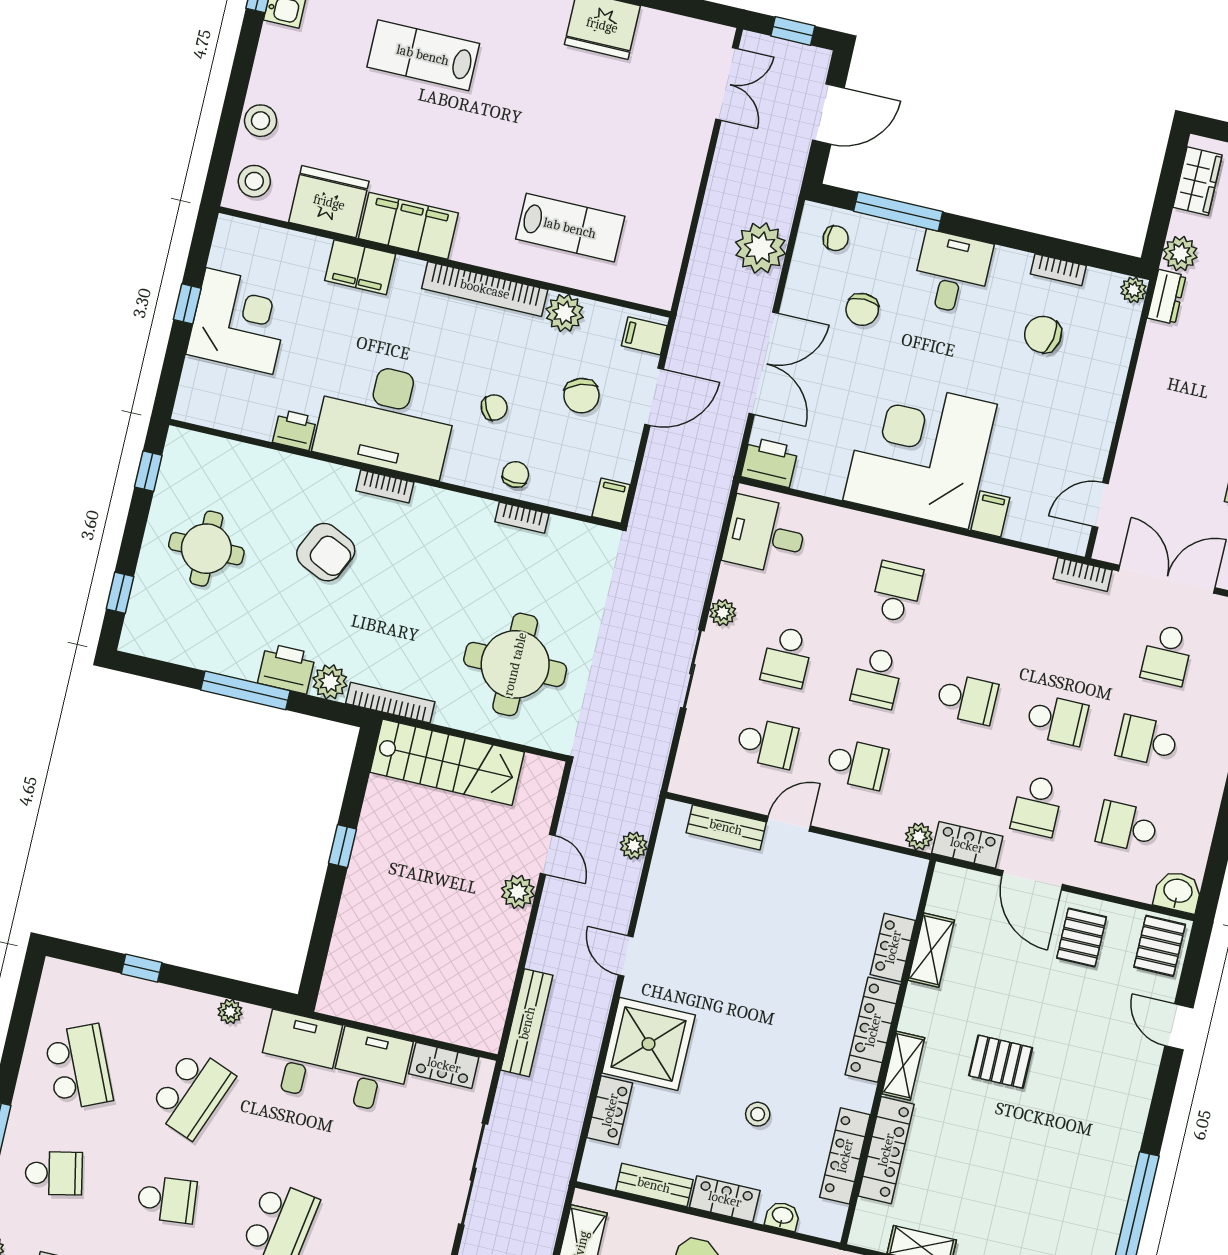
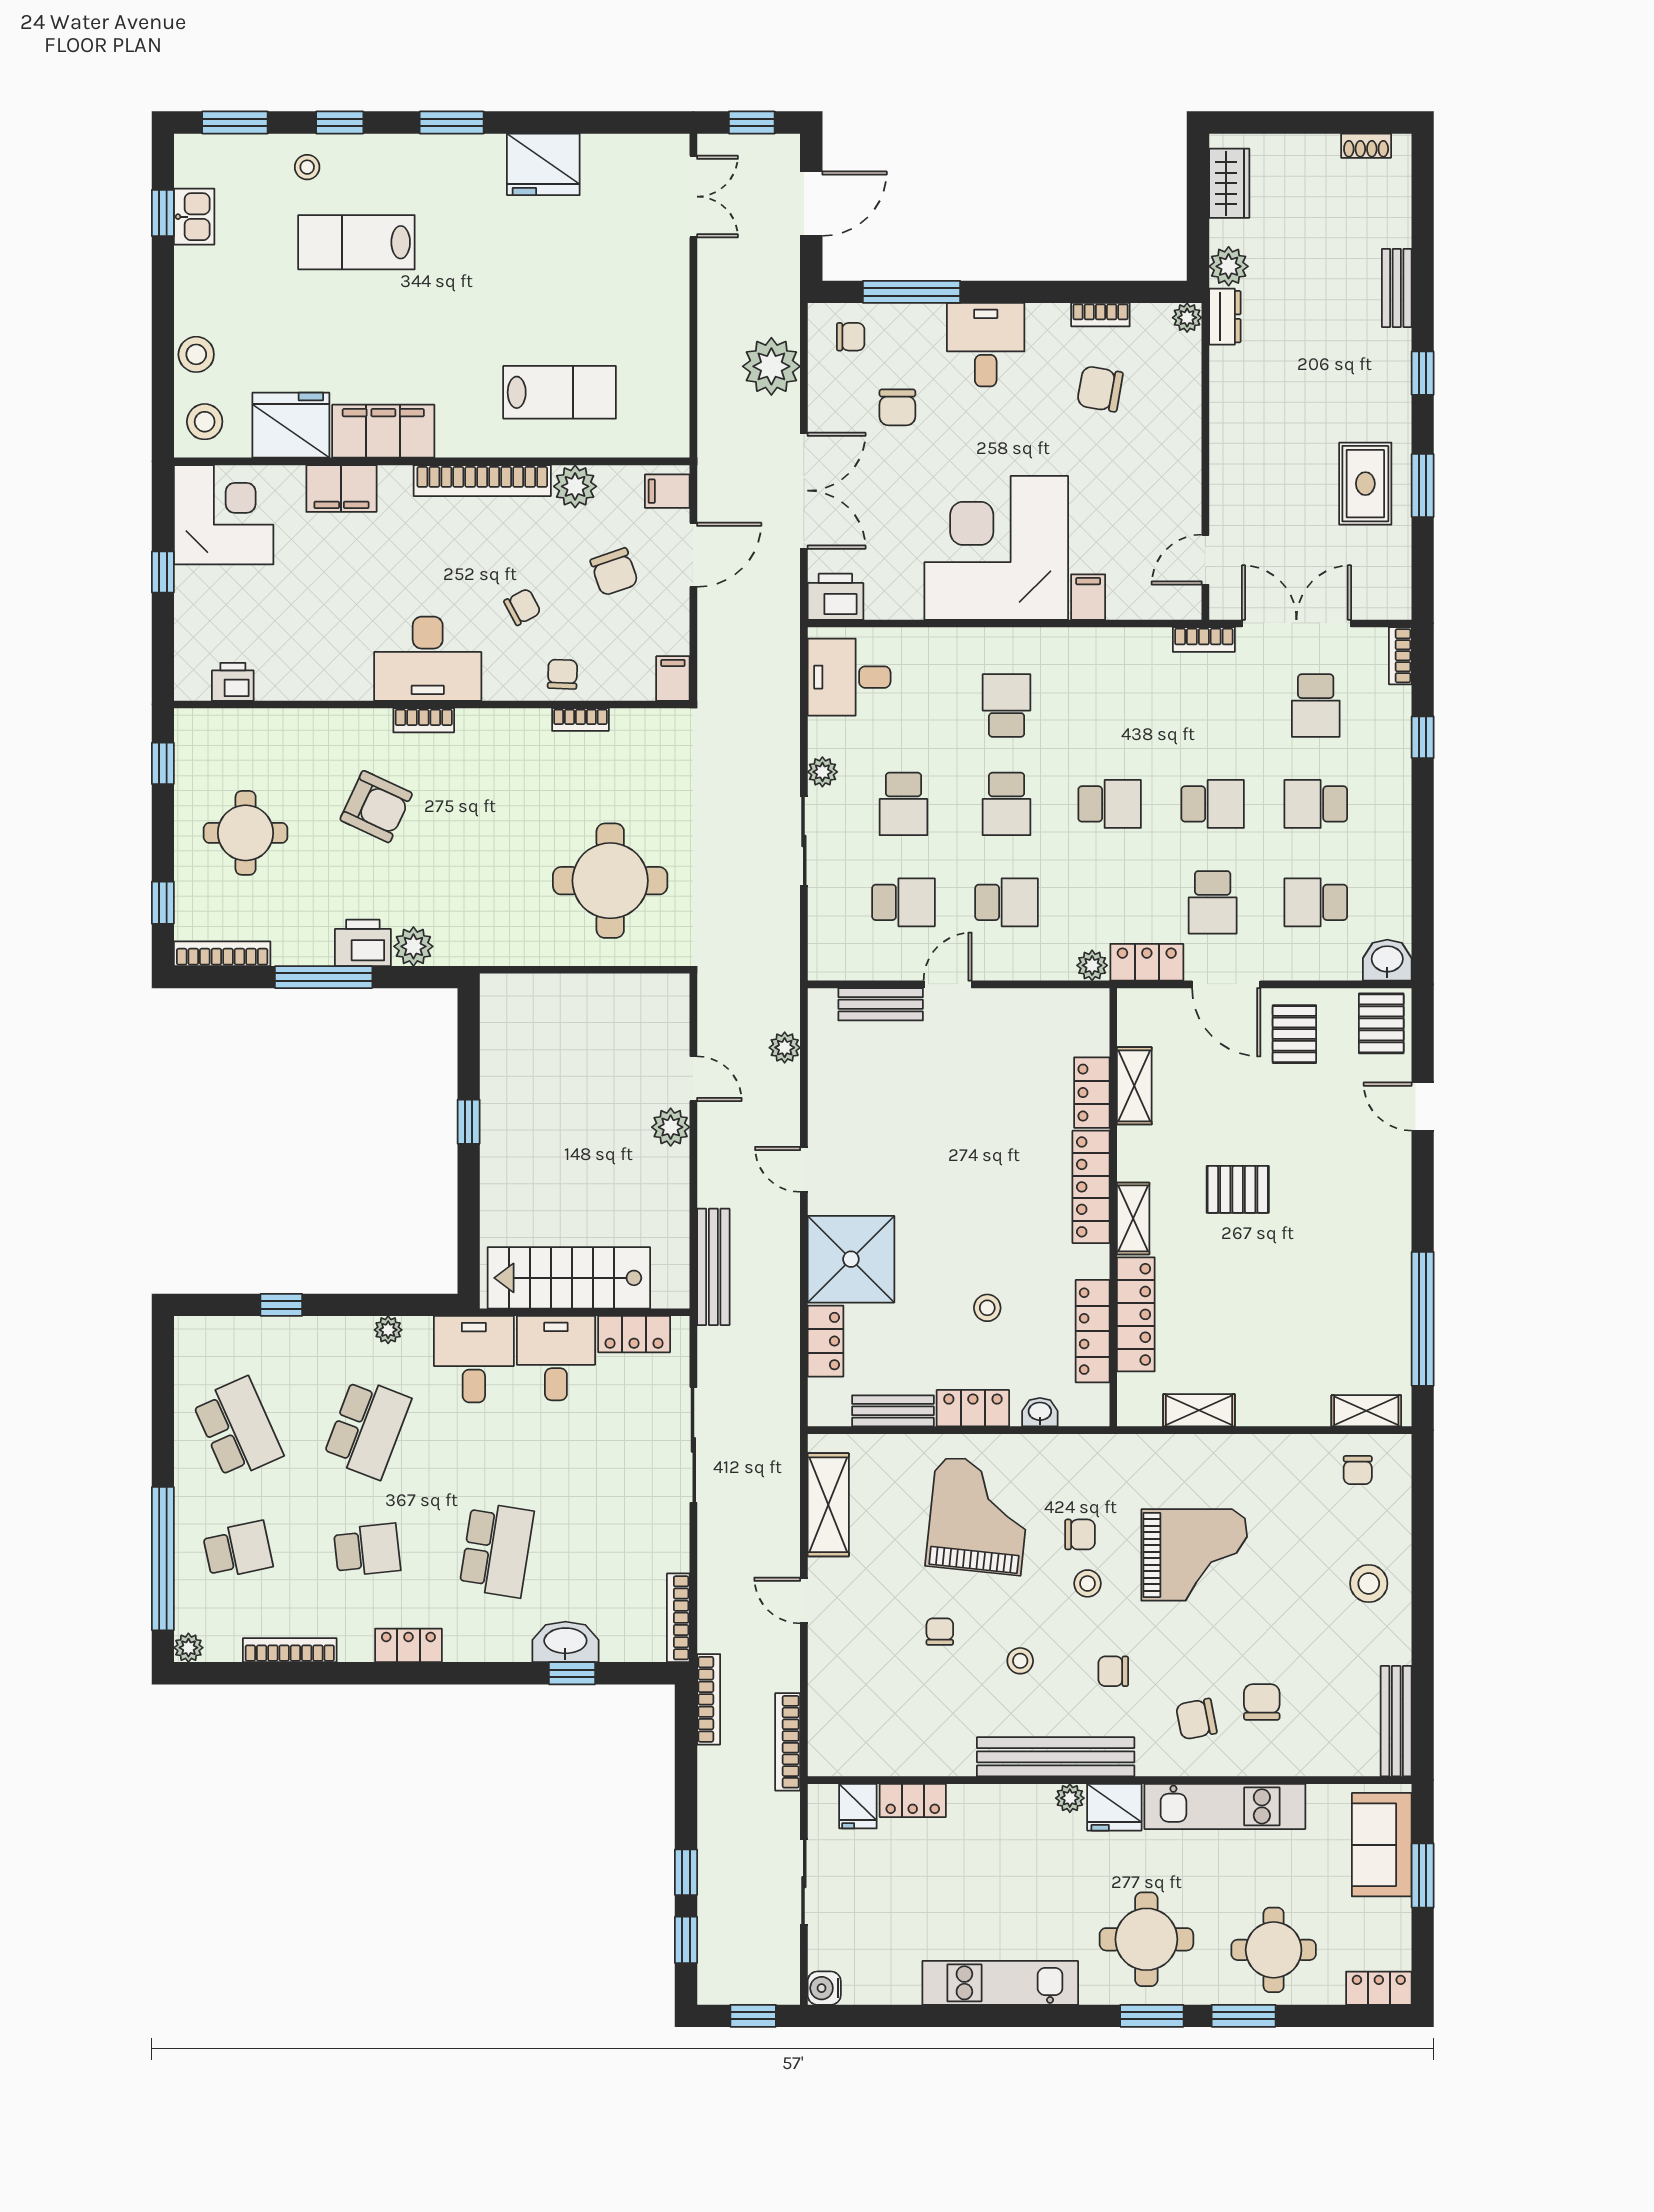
corner desk: (239, 321) -> (224, 515), moved
desk: (386, 418) -> (428, 659), width x0.73, depth x0.77
printer: (294, 430) -> (233, 682), moved
bookcase: (390, 703) -> (222, 954), moved
stairs: (447, 762) -> (569, 1278), moved, turned 180

